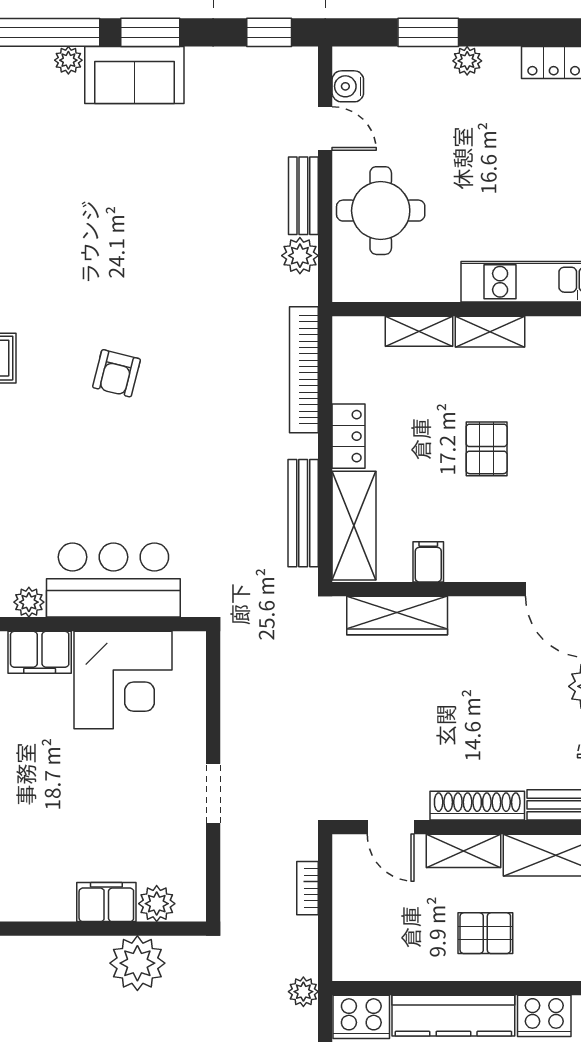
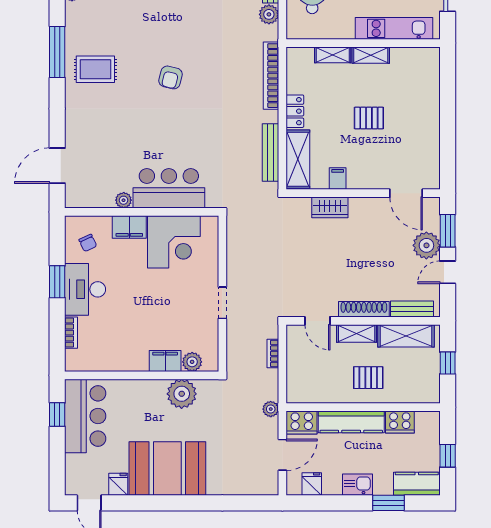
pallet: (487, 449) -> (369, 118), turned 90
wardrobe: (397, 616) -> (330, 207), width x0.67

